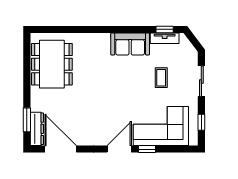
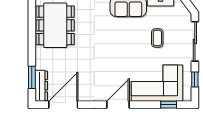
sliding door: (201, 81) -> (195, 41), width x1.37
door: (61, 149) -> (63, 105), hinge flipped
window: (147, 149) -> (169, 105), moved

